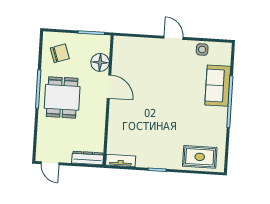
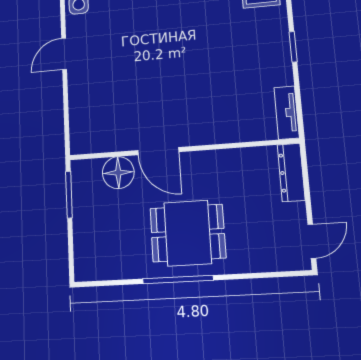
chair: (60, 53) -> (110, 247), removed
door: (109, 87) -> (158, 151), swing flipped

